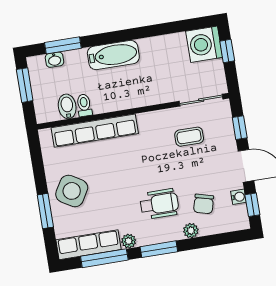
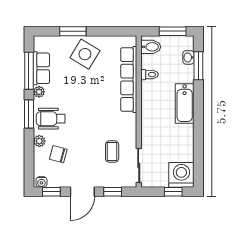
bidet: (67, 106) -> (151, 47), moved
water cooler: (238, 197) -> (41, 182), moved
wheelchair: (159, 204) -> (51, 119), moved, turned 90
row of seats: (88, 245) -> (41, 68), width x0.68

